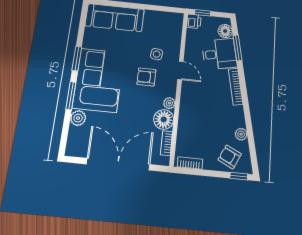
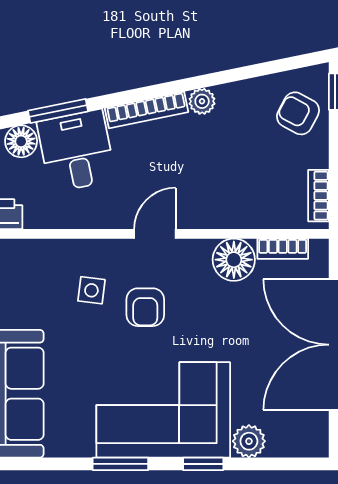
door: (180, 71) -> (155, 234), moved
window: (71, 96) -> (203, 464), width x0.67
plant: (169, 103) -> (198, 251), removed
plant: (241, 134) -> (202, 101), moved
armchair: (230, 157) -> (298, 113), turned 92

